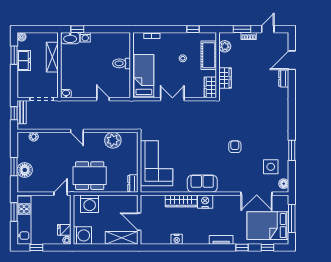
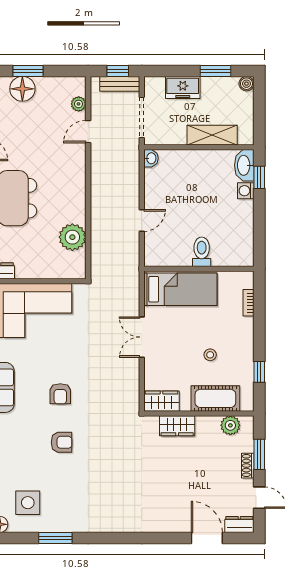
freezer: (24, 61) -> (183, 87), moved
dresser: (284, 79) -> (239, 525), moved
double door: (172, 99) -> (142, 337), swing flipped
door: (77, 131) -> (88, 132), moved
armchair: (206, 147) -> (60, 394), added

